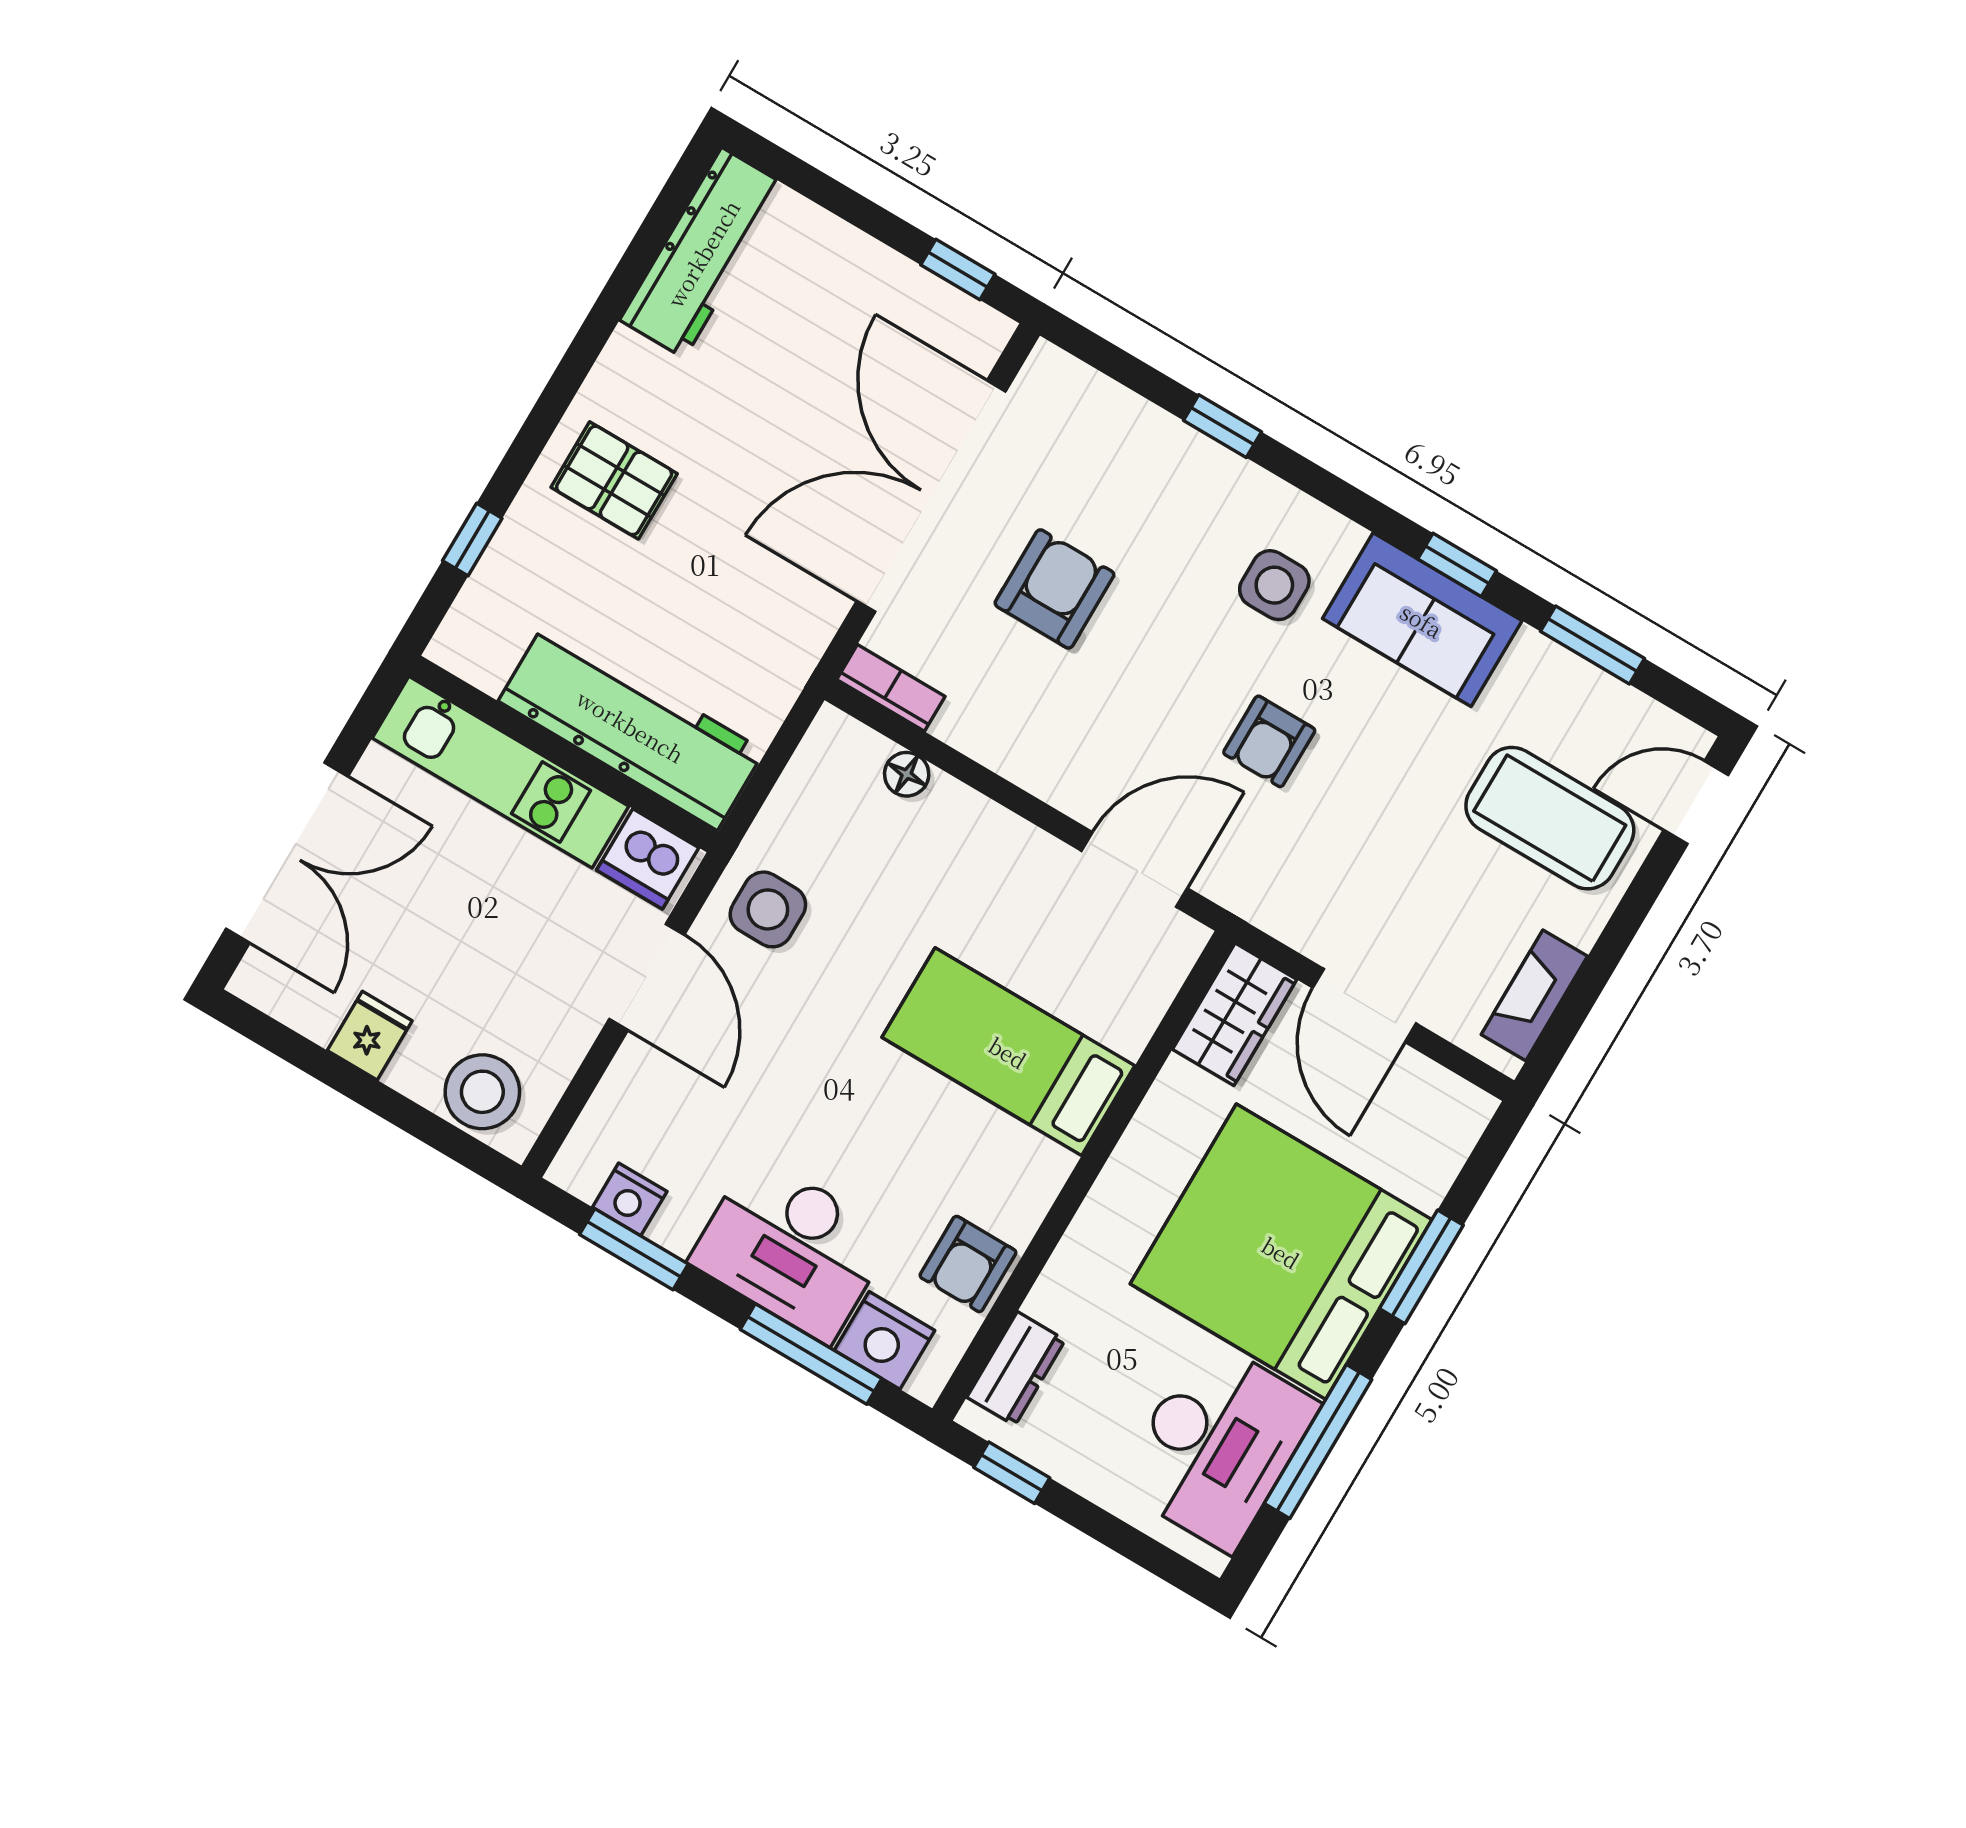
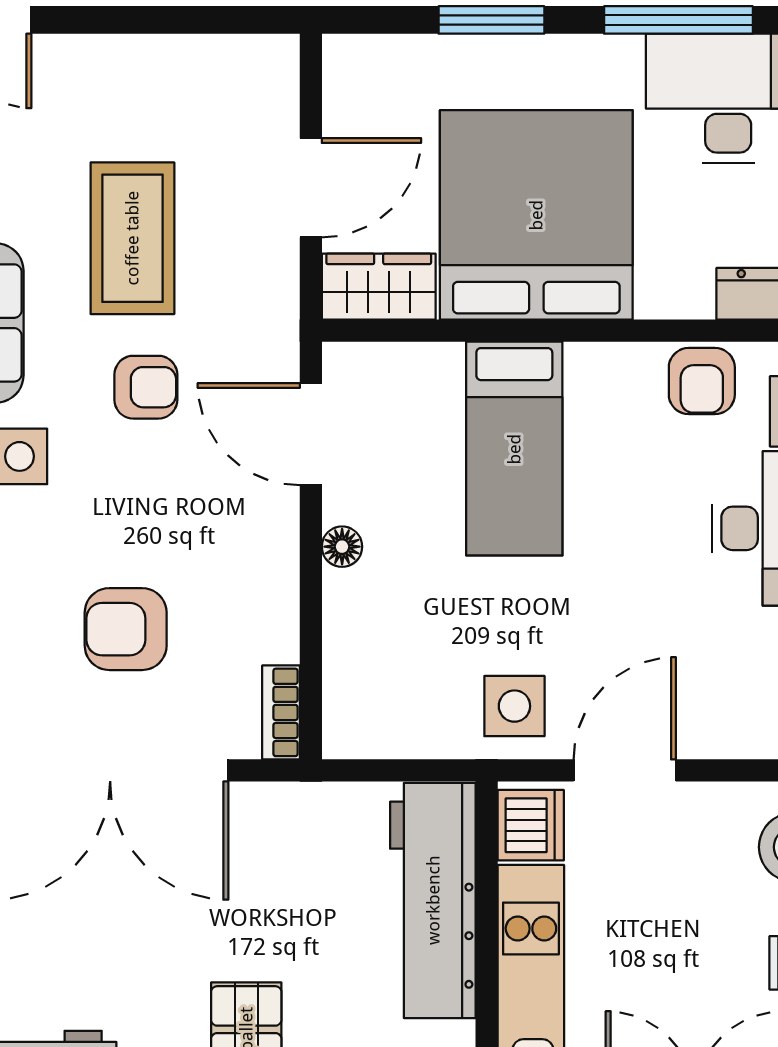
floor lamp: (907, 774) -> (342, 547), moved
coffee table: (1550, 818) -> (132, 238), moved
fireplace: (1534, 995) -> (223, 58), removed
bed: (1281, 1252) -> (536, 215), moved, turned 180
armchair: (968, 1264) -> (702, 381), turned 90

